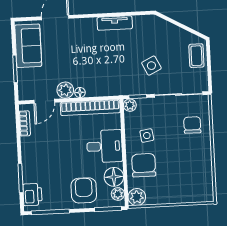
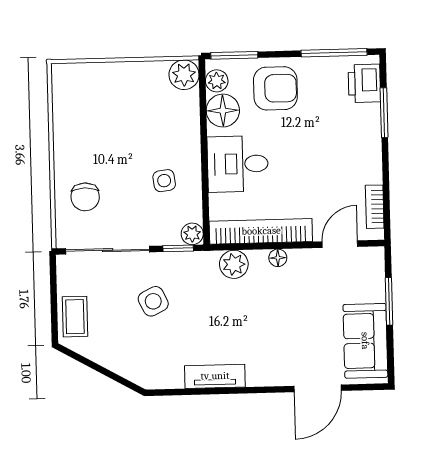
plant: (65, 90) -> (234, 264), moved
chair: (144, 165) -> (171, 129), removed
armchair: (84, 190) -> (275, 88), turned -90

